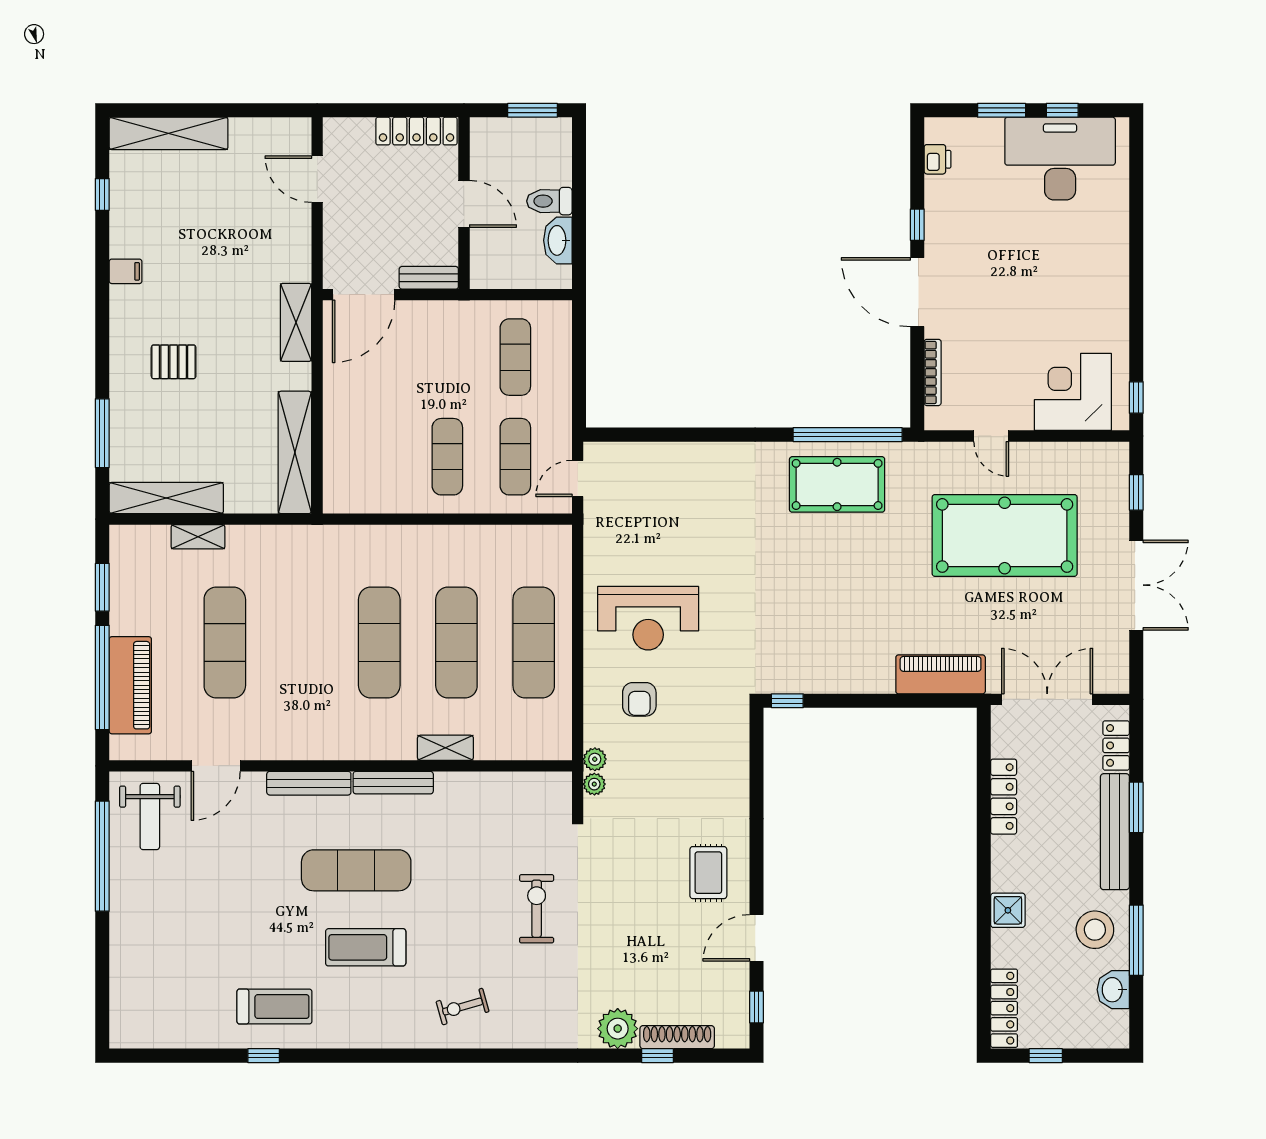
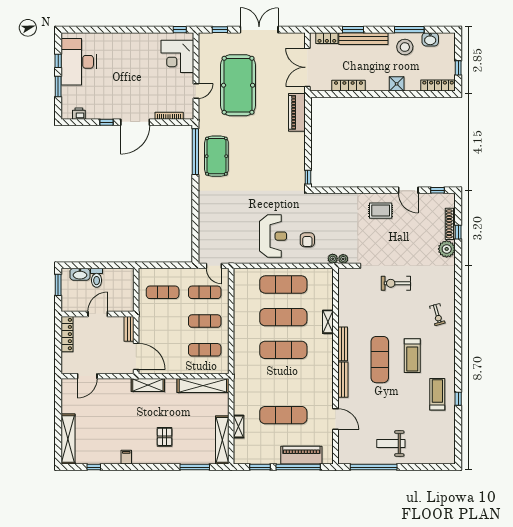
washbasin: (558, 240) -> (80, 274), moved
exercise mat: (379, 457) -> (205, 350), added
armchair: (639, 699) -> (307, 240), turned 90
weight bench: (150, 816) -> (391, 444), moved, turned 180

